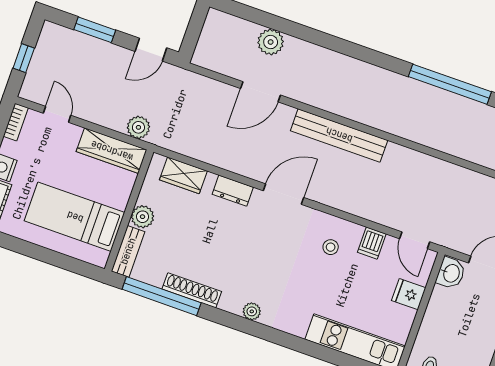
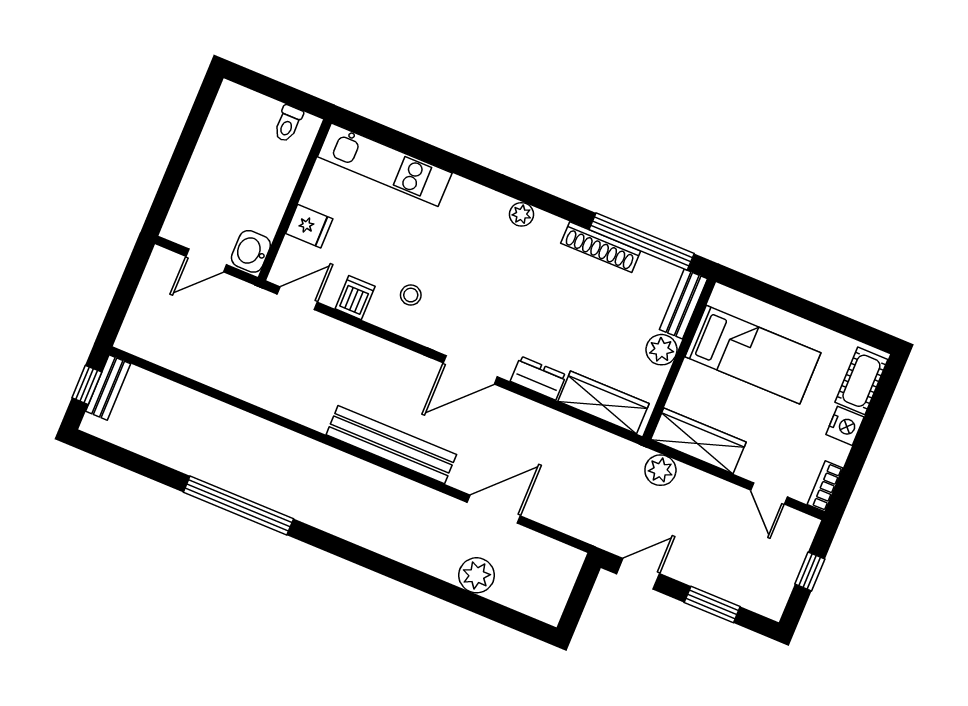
wardrobe: (183, 175) -> (604, 402), width x1.50
door: (415, 240) -> (297, 298), hinge flipped

